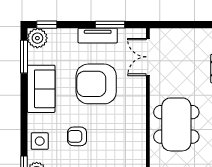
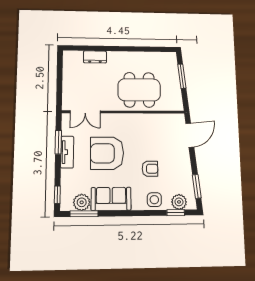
plant: (37, 38) -> (82, 202), moved
armchair: (96, 84) -> (107, 153), turned 90
armchair: (77, 136) -> (150, 169), turned -90

